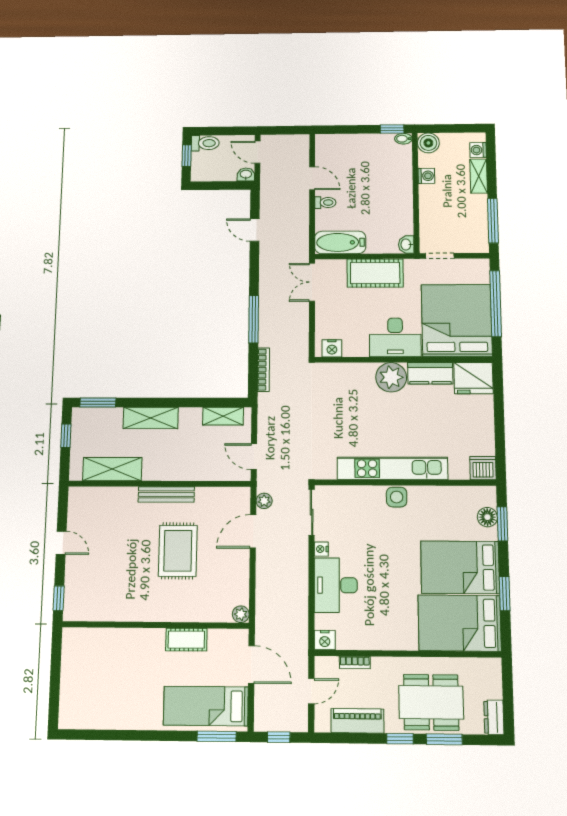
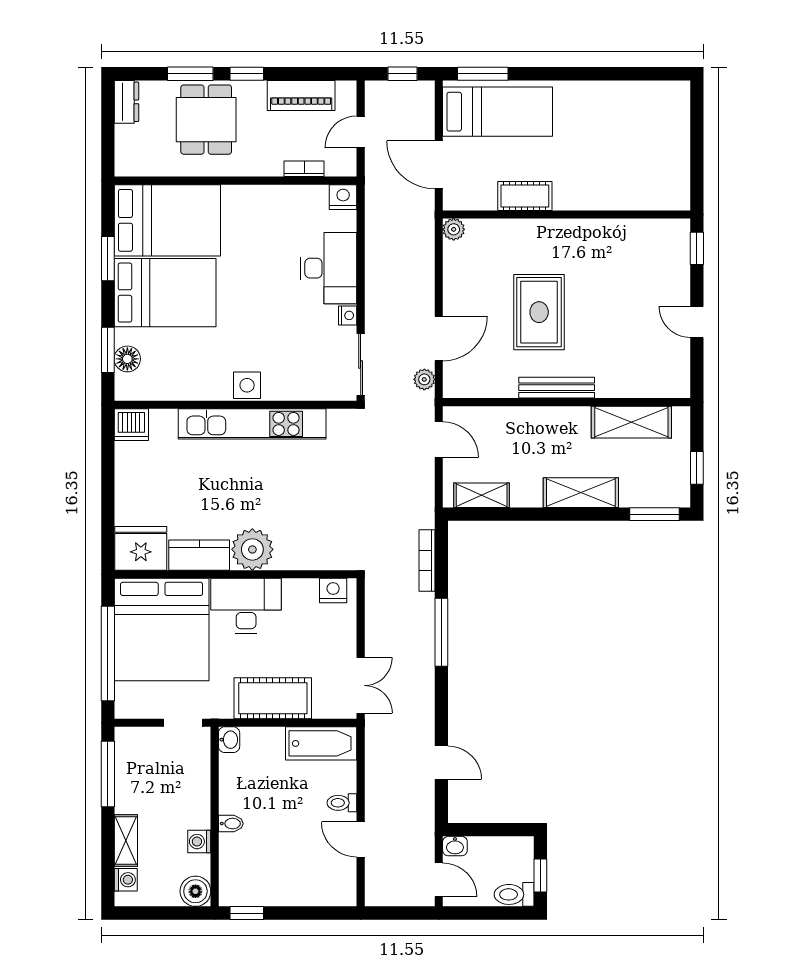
bidet: (403, 139) -> (231, 824), moved
dining table: (431, 702) -> (206, 120), width x0.73

